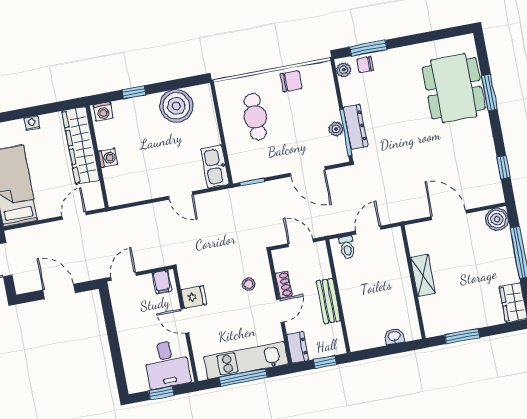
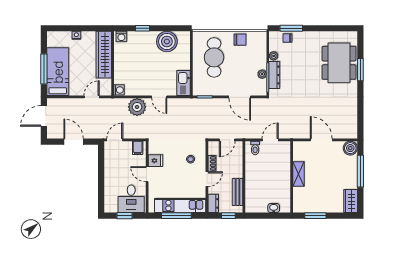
plant: (344, 70) -> (274, 56), moved
cafe table: (255, 117) -> (214, 57), width x1.37, depth x1.35
washing machine: (108, 158) -> (119, 90), moved
window: (504, 167) -> (360, 117), removed
plant: (149, 218) -> (137, 107), added
door: (301, 243) -> (227, 140), swing flipped
bench: (328, 301) -> (237, 192), moved

